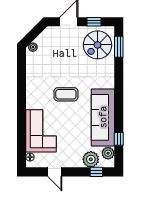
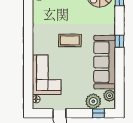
window: (119, 139) -> (119, 41), moved

